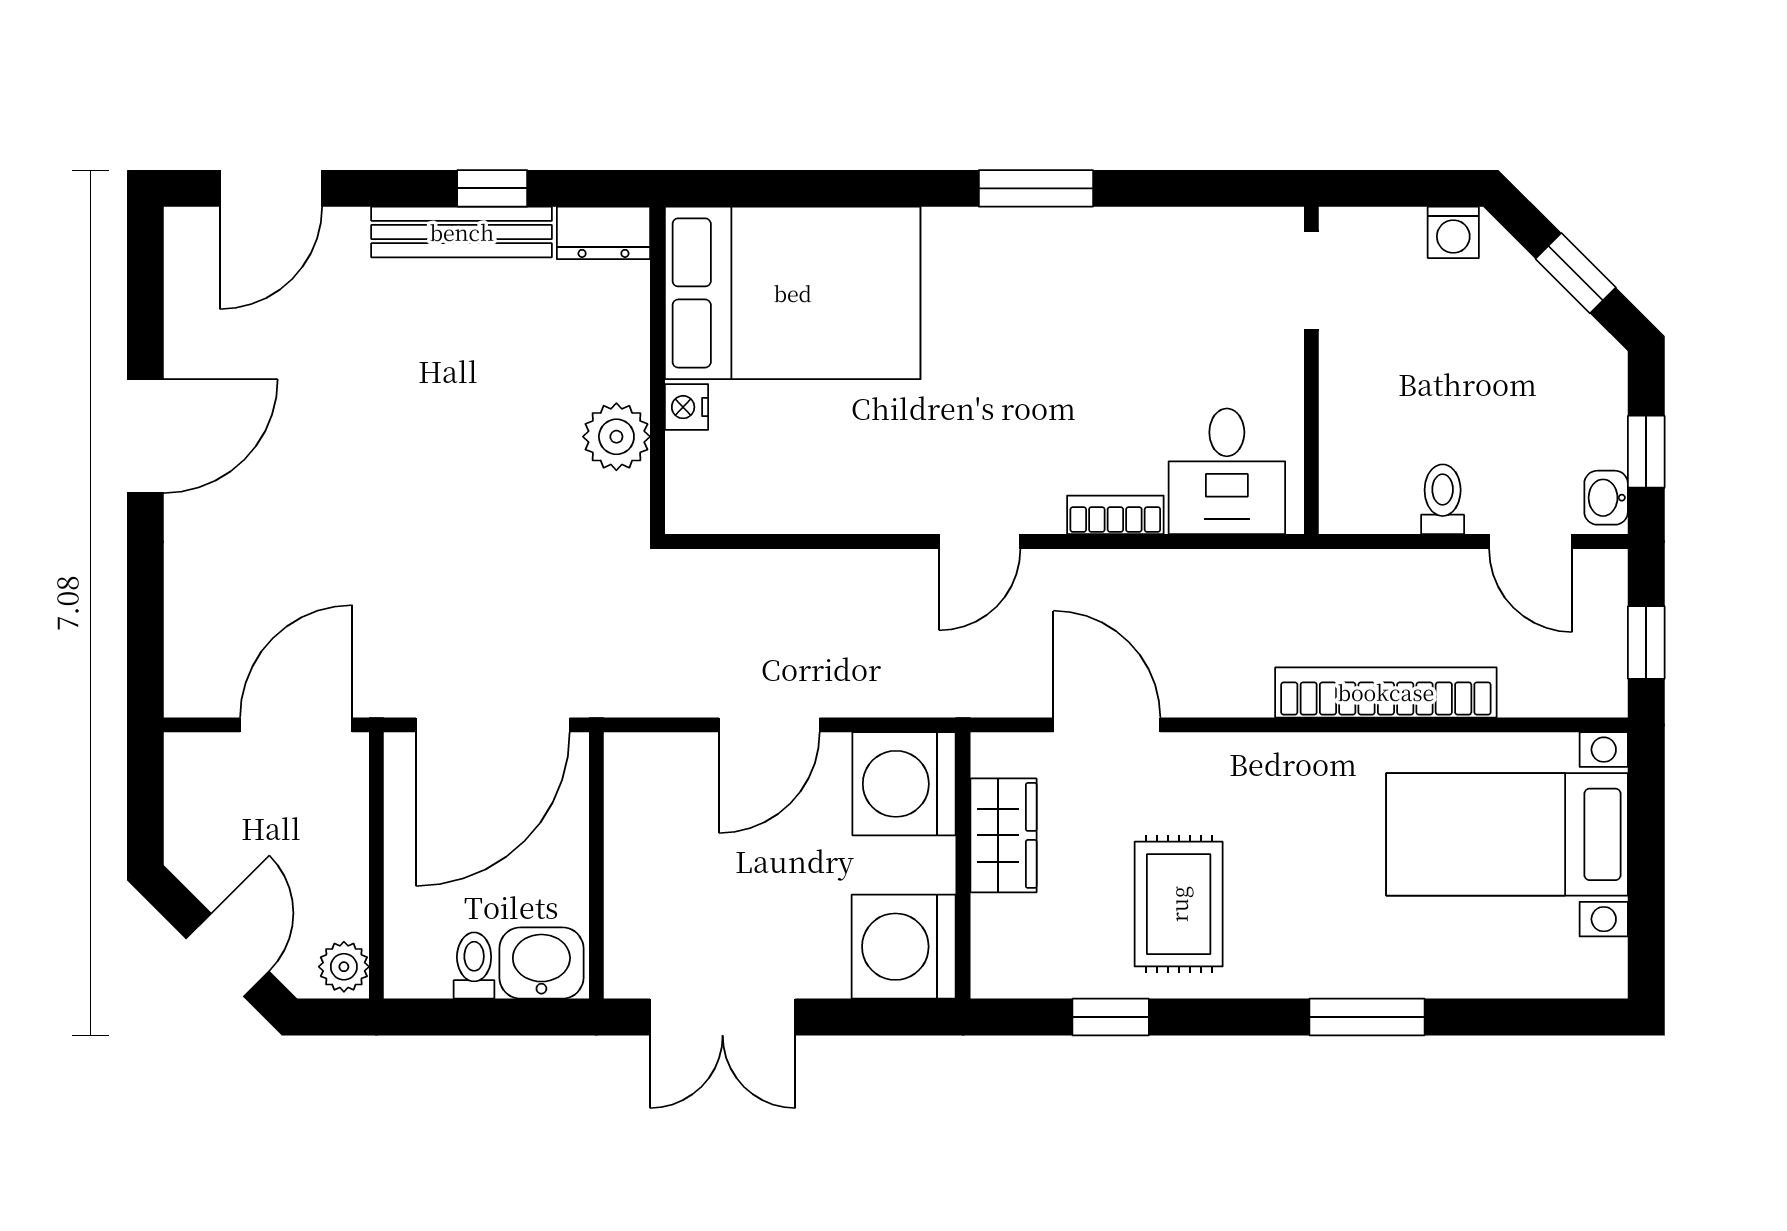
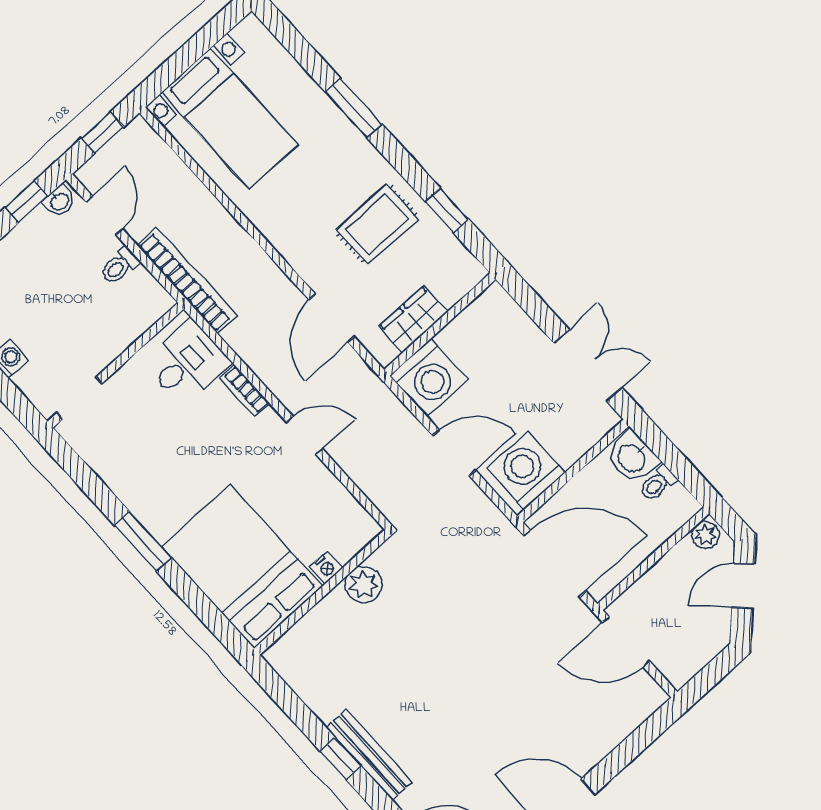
dresser: (603, 233) -> (318, 698), removed
bed: (793, 293) -> (242, 566), moved
wall: (658, 370) -> (322, 592), moved
nightstand: (687, 407) -> (326, 567), moved
plant: (616, 437) -> (364, 585), moved
bookcase: (1386, 692) -> (187, 280), moved, turned 180
washing machine: (904, 947) -> (526, 470), moved, turned 180

